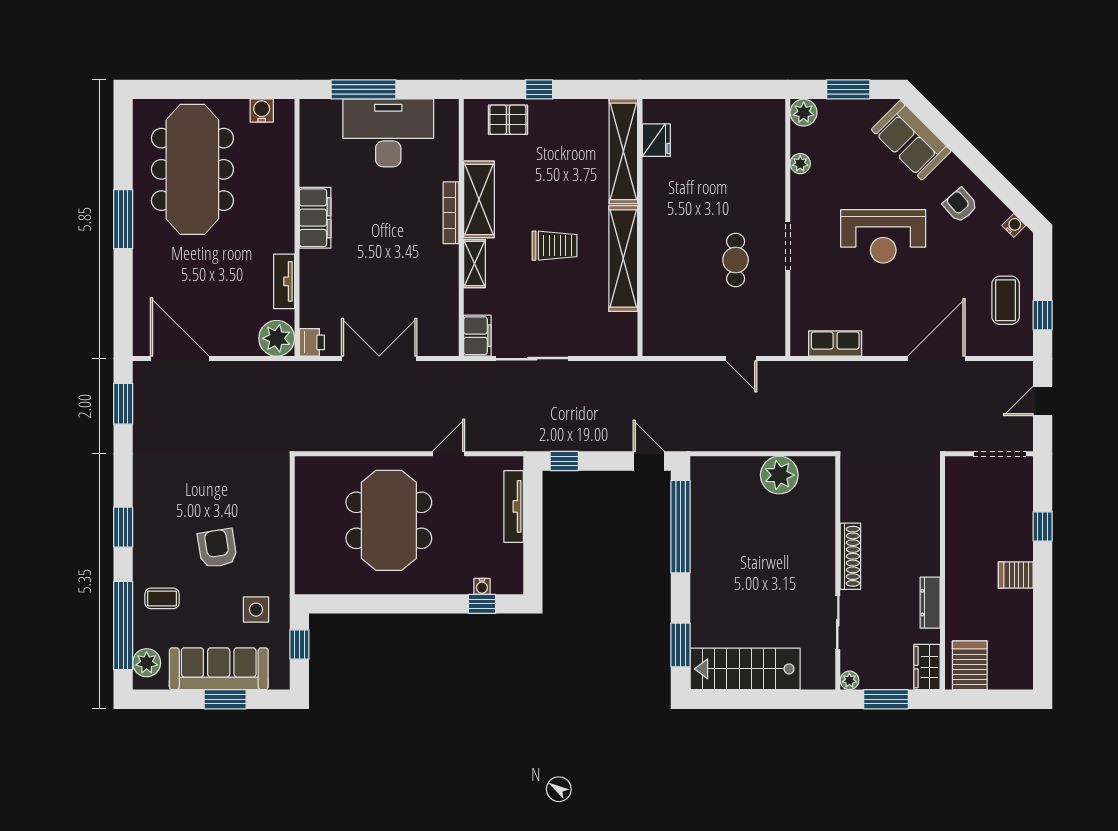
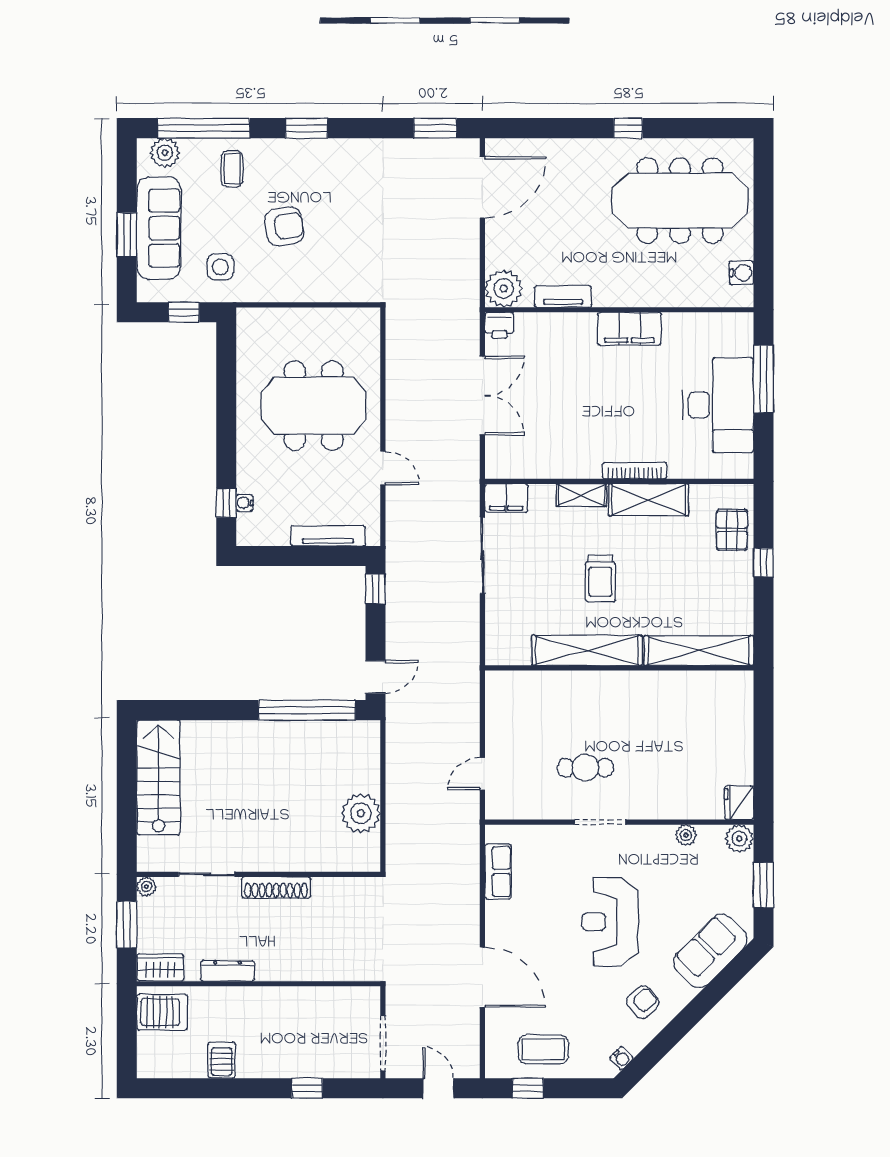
fridge: (656, 140) -> (739, 803), moved, turned 90
window: (123, 219) -> (628, 128), width x0.46
server rack: (1016, 575) -> (222, 1060), moved
window: (681, 645) -> (183, 710), removed

